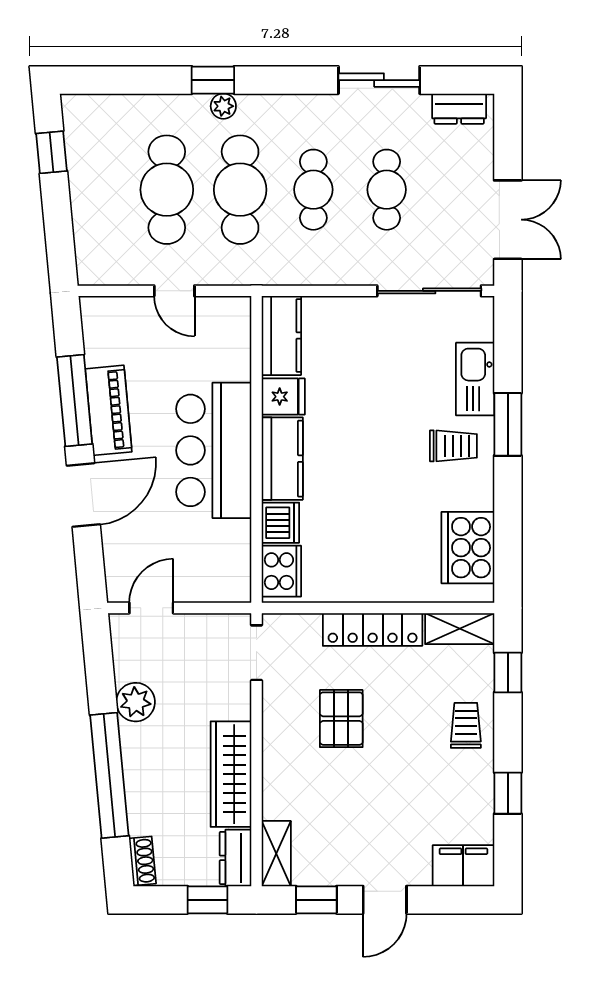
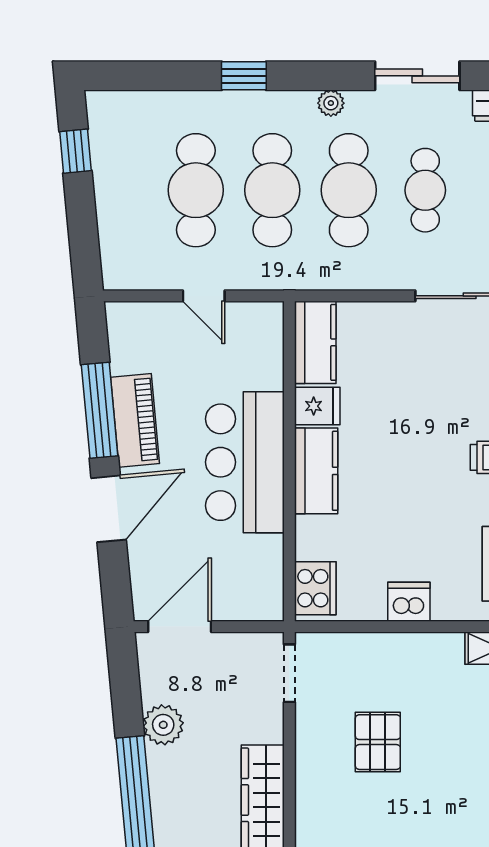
plant: (223, 106) -> (331, 103), moved
cafe table: (313, 190) -> (349, 190), width x1.37, depth x1.35
dishwasher: (280, 523) -> (409, 602), moved, turned -90
door: (151, 608) -> (180, 627), width x1.38
locker: (373, 630) -> (411, 649), removed

